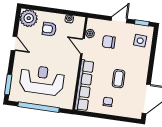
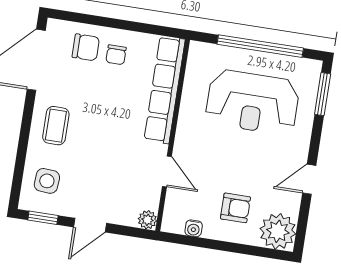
plant: (90, 34) -> (147, 220), moved
chair: (109, 42) -> (86, 47), moved
door: (14, 43) -> (309, 179), hinge flipped
coffee table: (119, 79) -> (56, 126), moved

